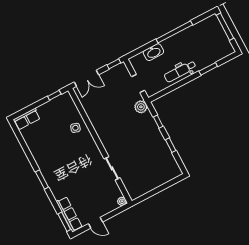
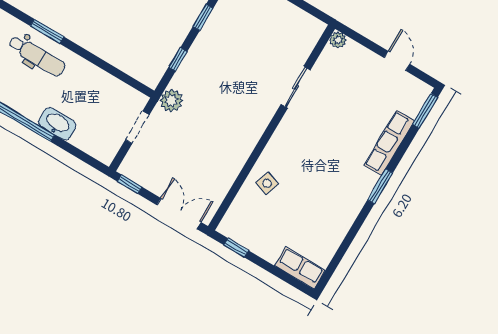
washbasin: (153, 52) -> (57, 124), moved
dental chair: (180, 71) -> (37, 56), moved
row of seats: (69, 214) -> (389, 143), moved

